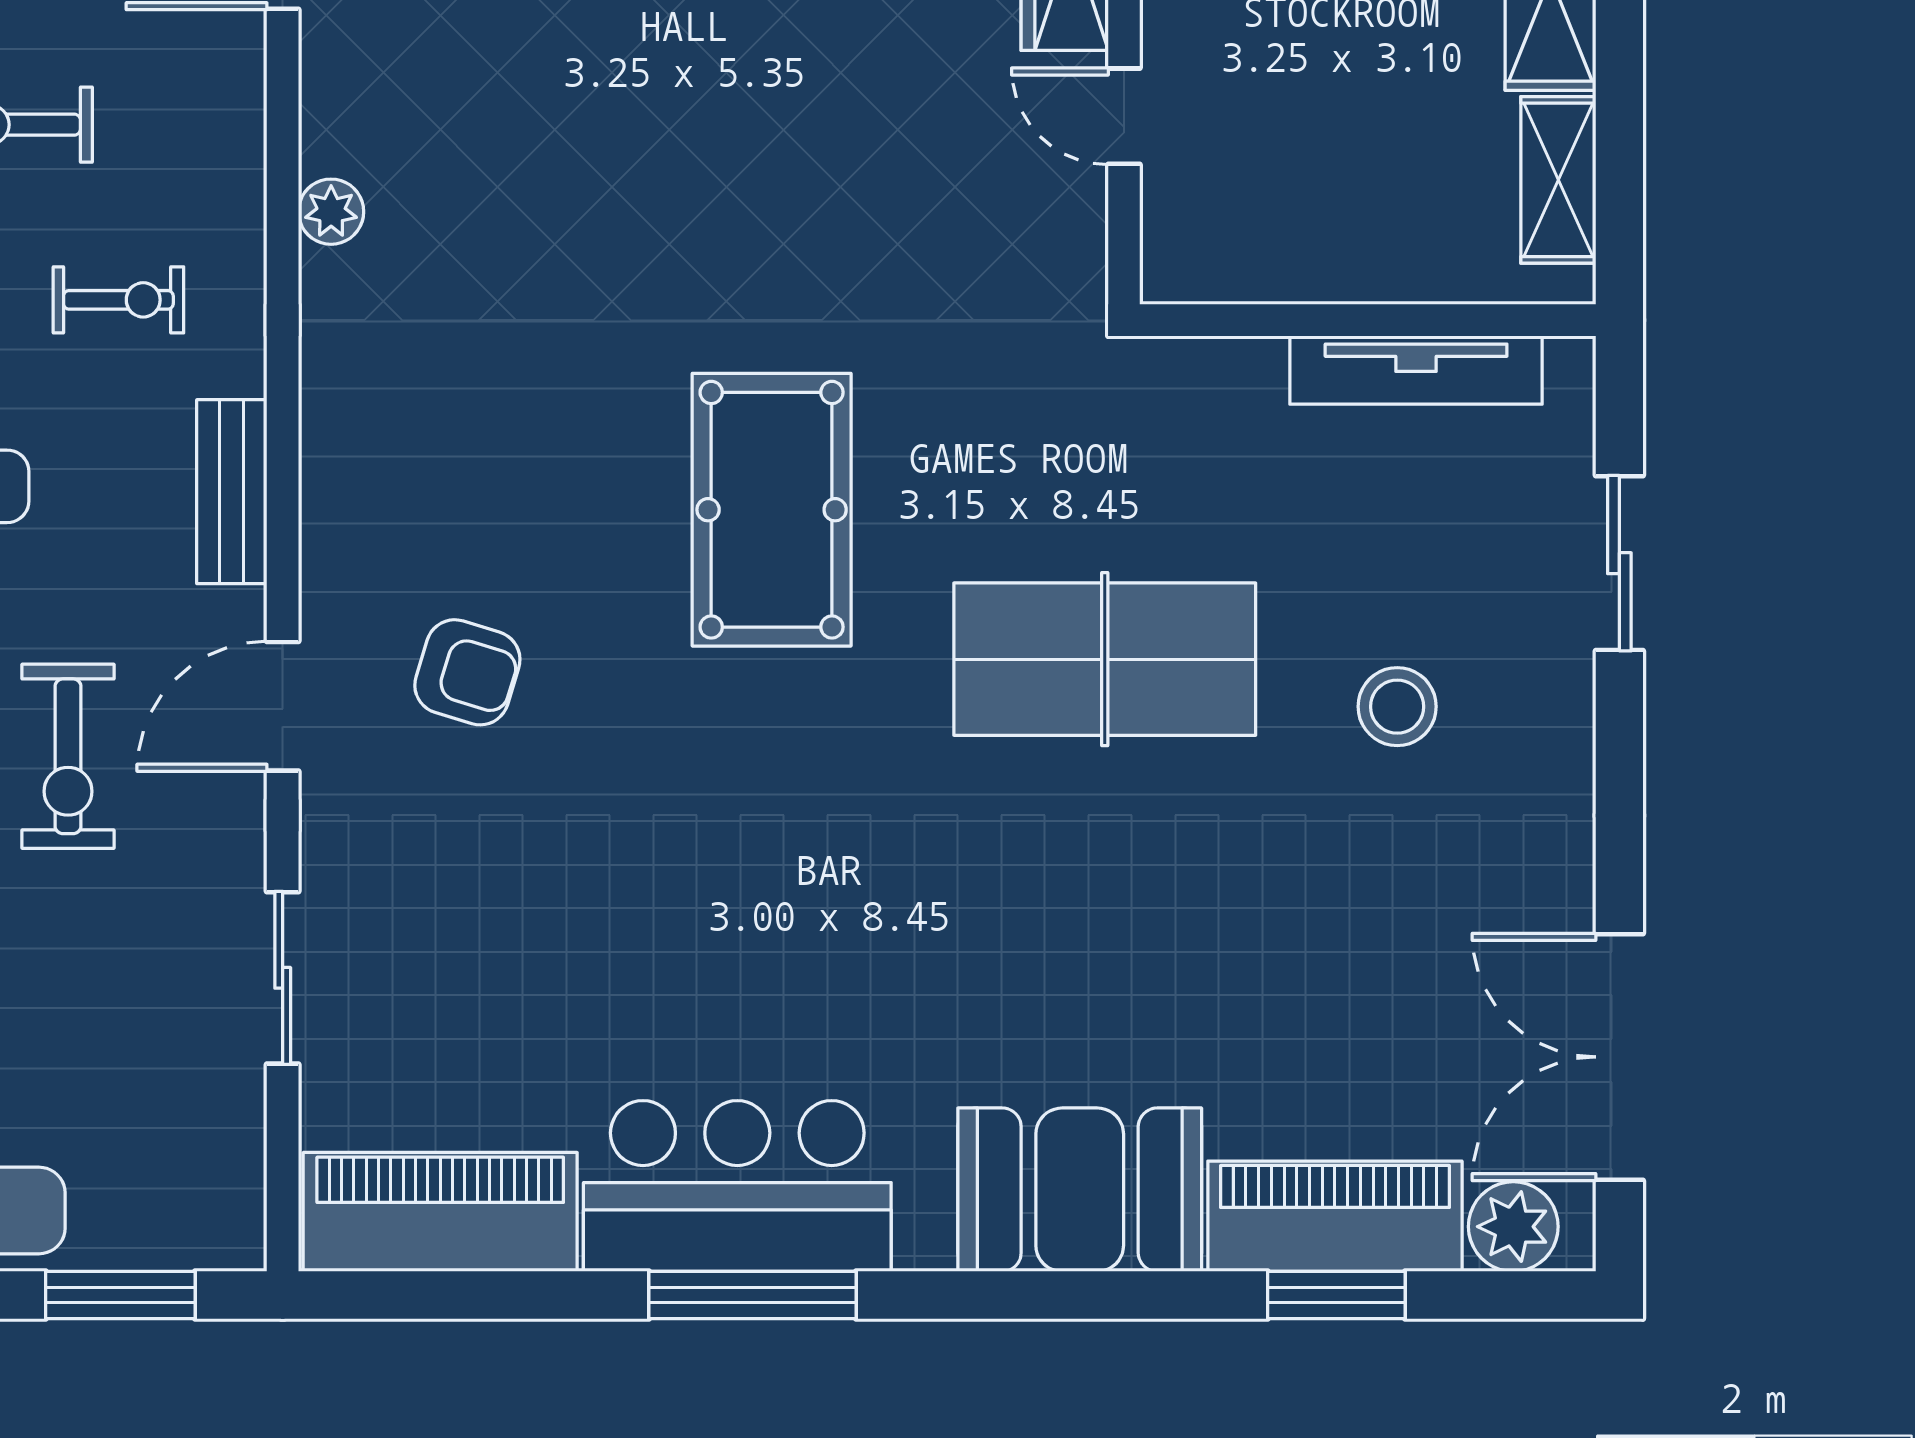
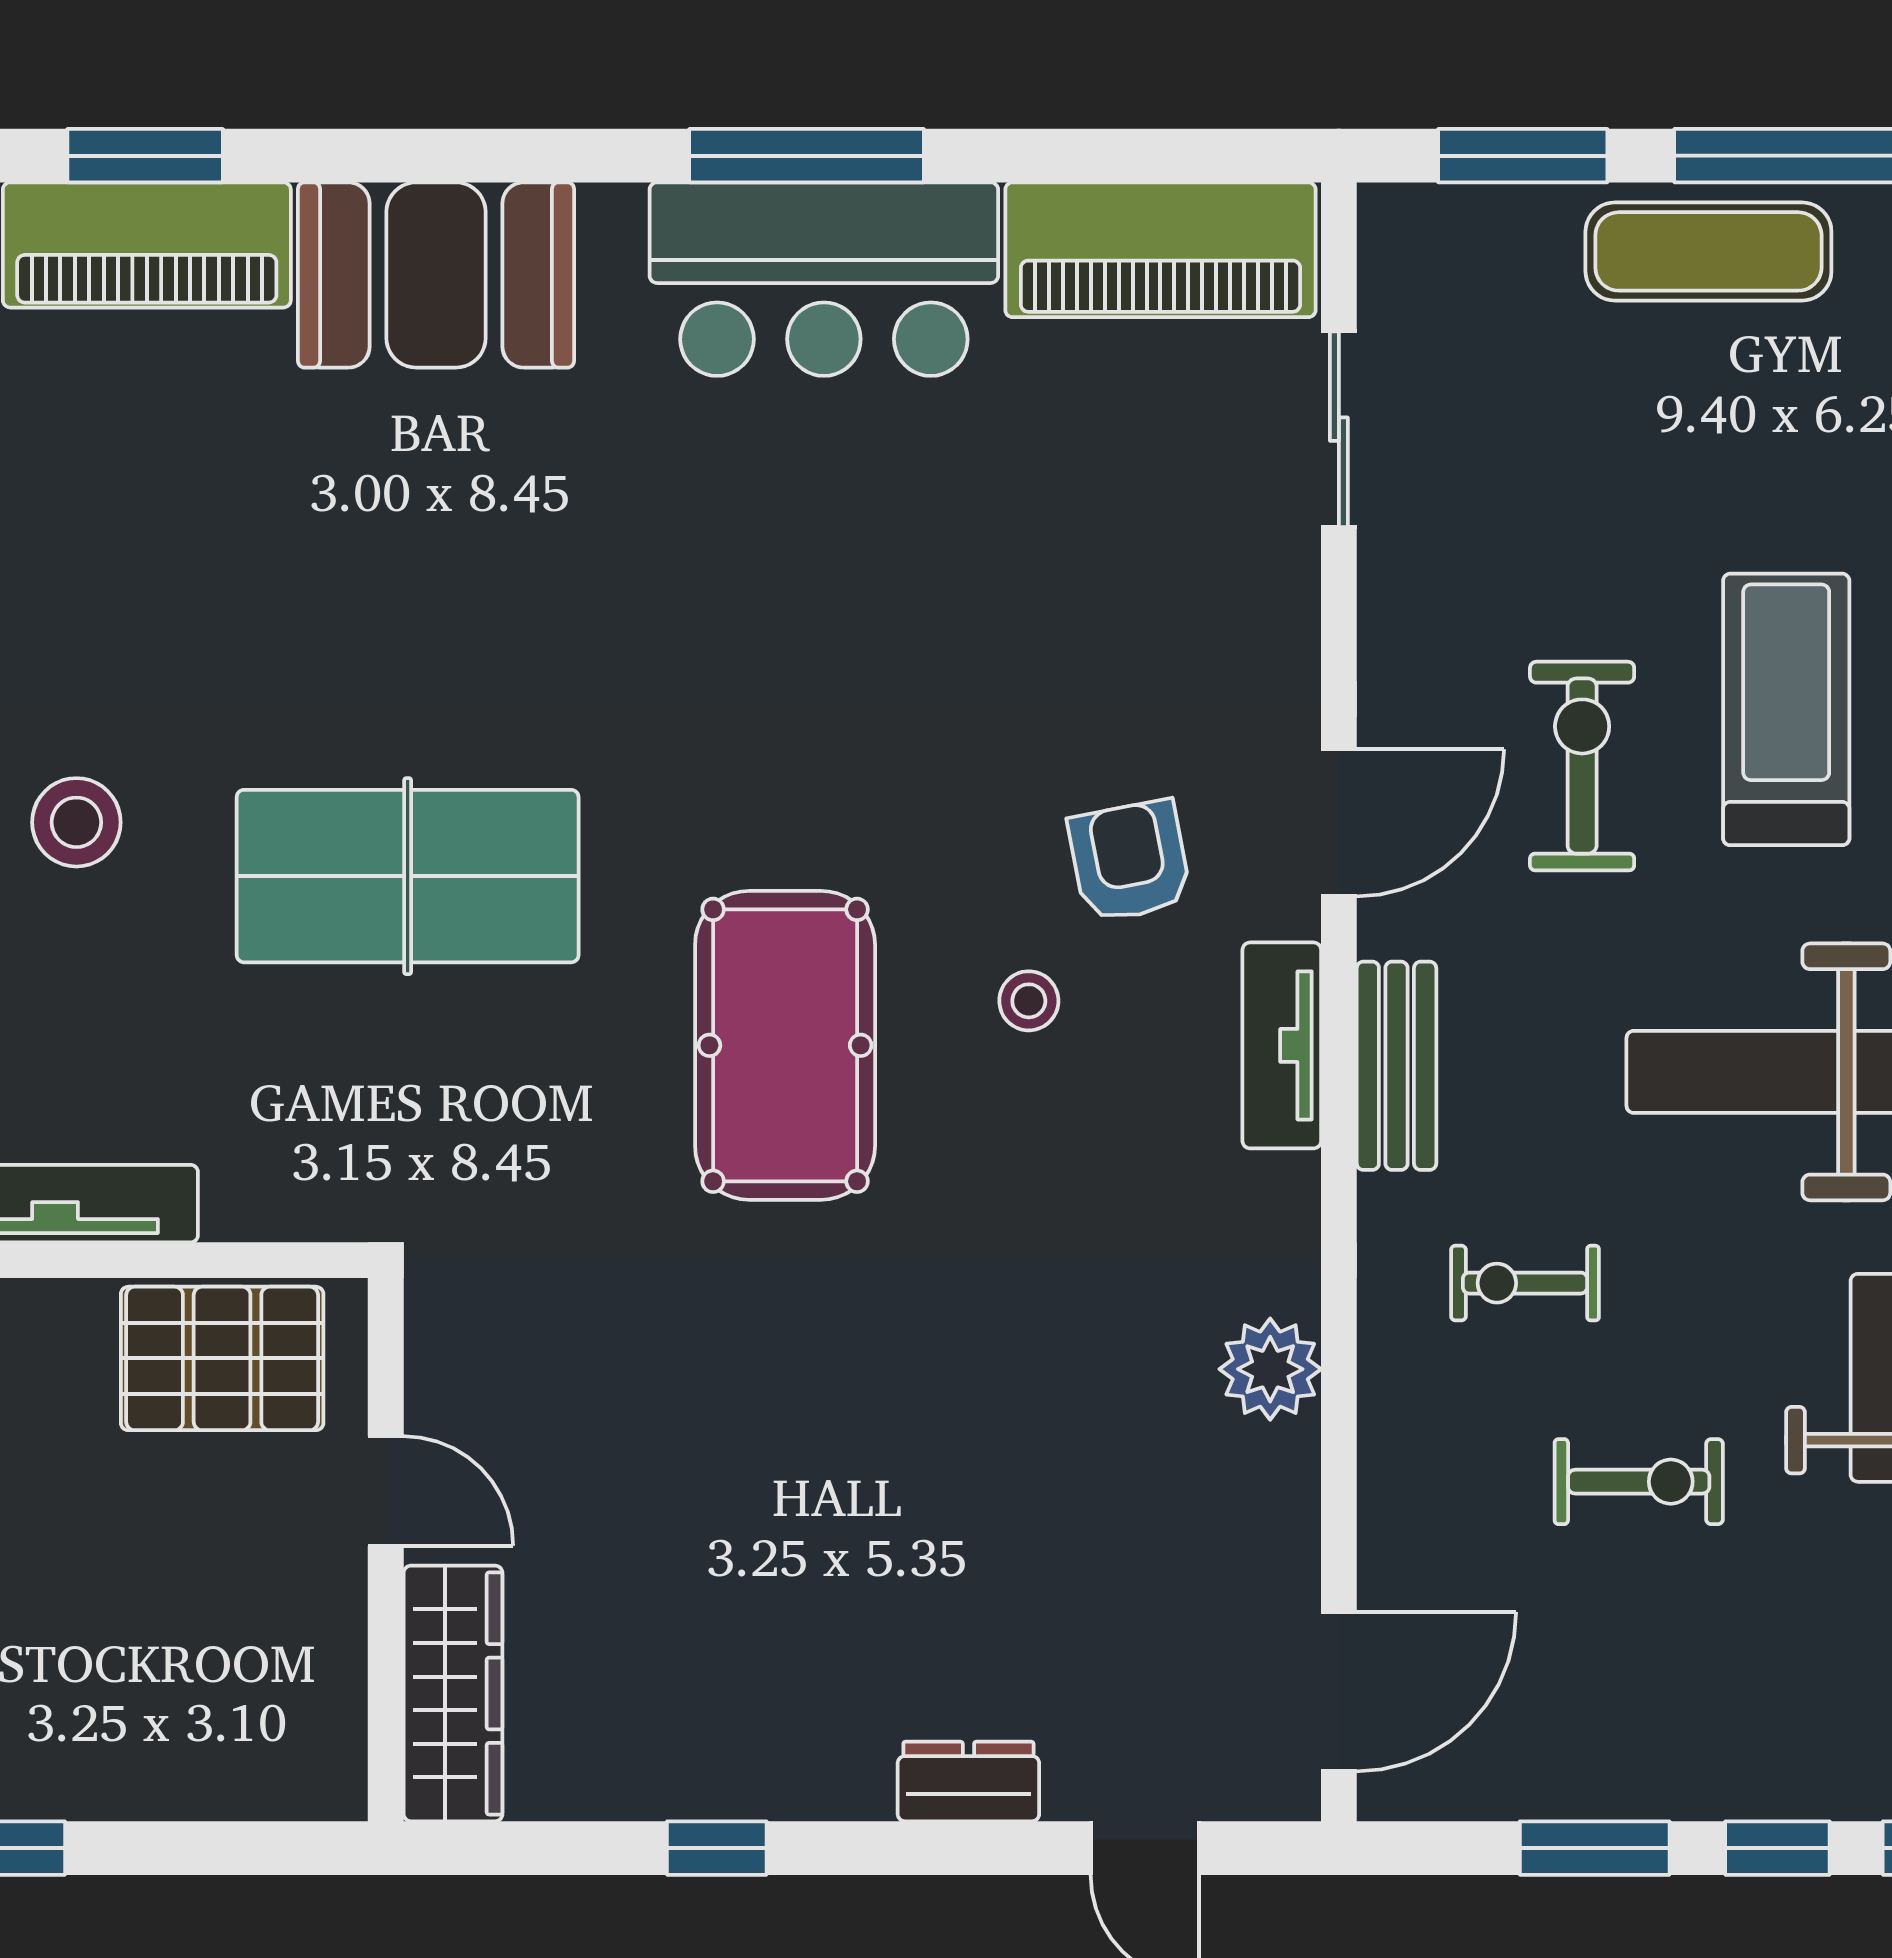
plant: (331, 212) -> (1270, 1369), width x1.38, depth x1.38
pallet: (1269, 233) -> (222, 1358), added
tv unit: (333, 510) -> (1282, 1045), added
stool: (556, 549) -> (1029, 1001), added
armchair: (467, 672) -> (1130, 861), turned 62
sliding door: (283, 978) -> (1339, 429), moved

